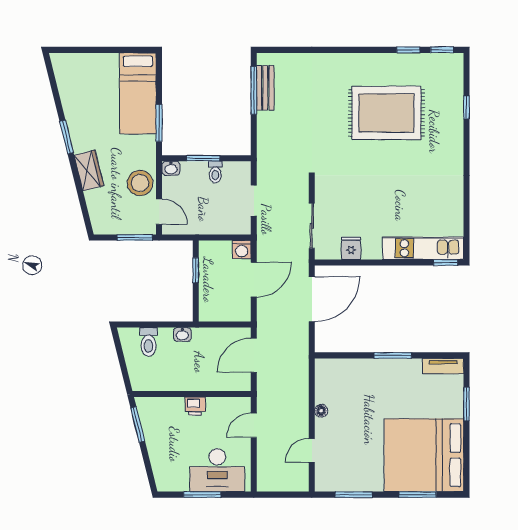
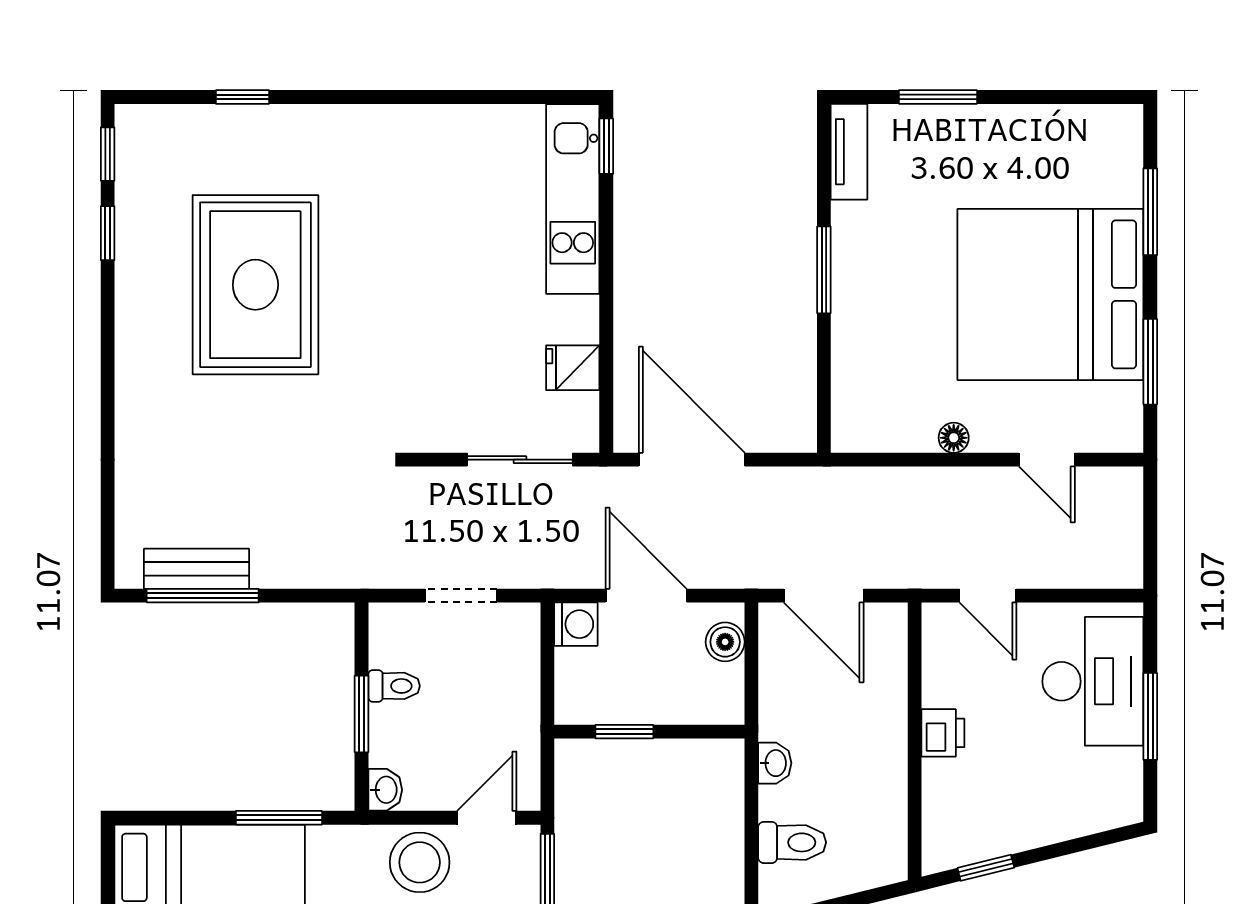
boiler: (234, 313) -> (725, 642), added
window: (138, 424) -> (986, 868), width x0.67
bed: (424, 455) -> (1050, 294), moved, turned 90

